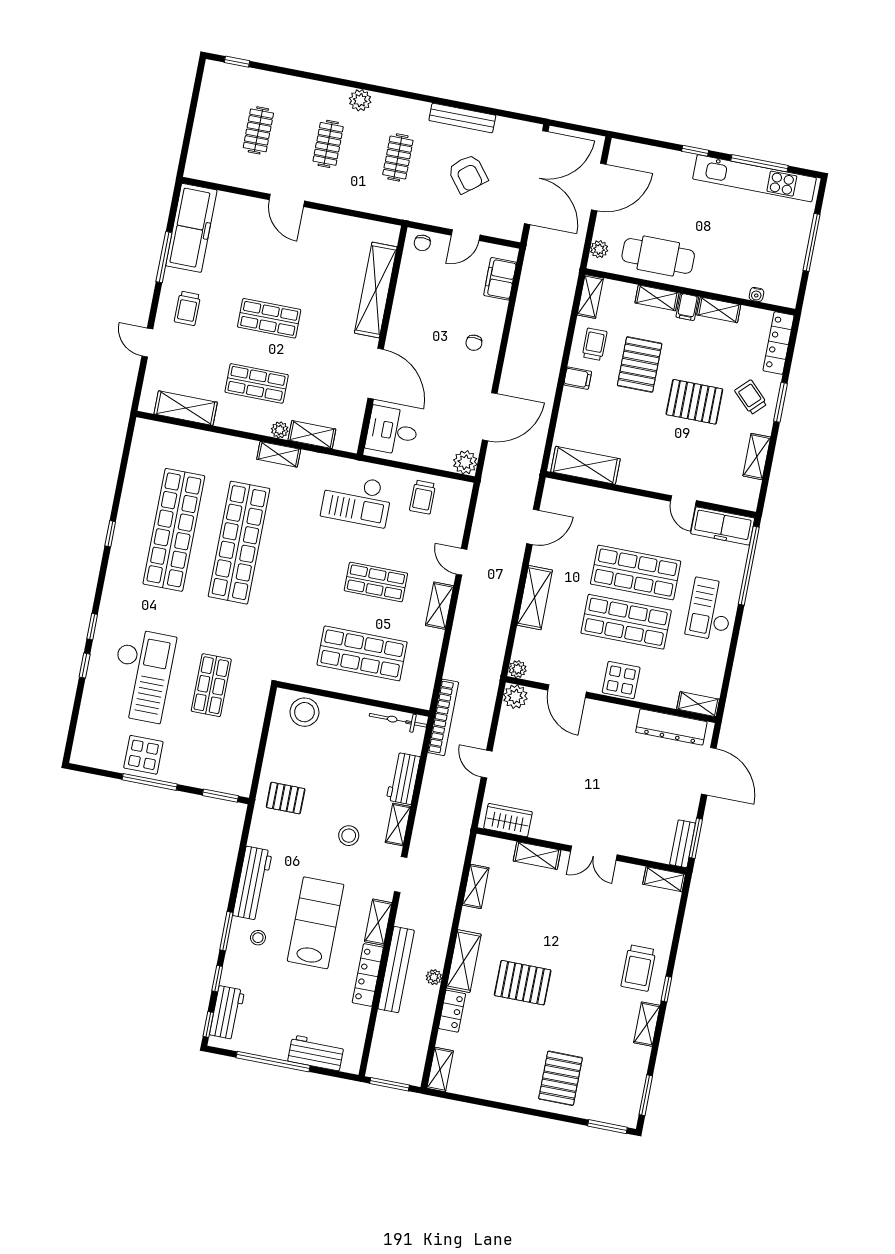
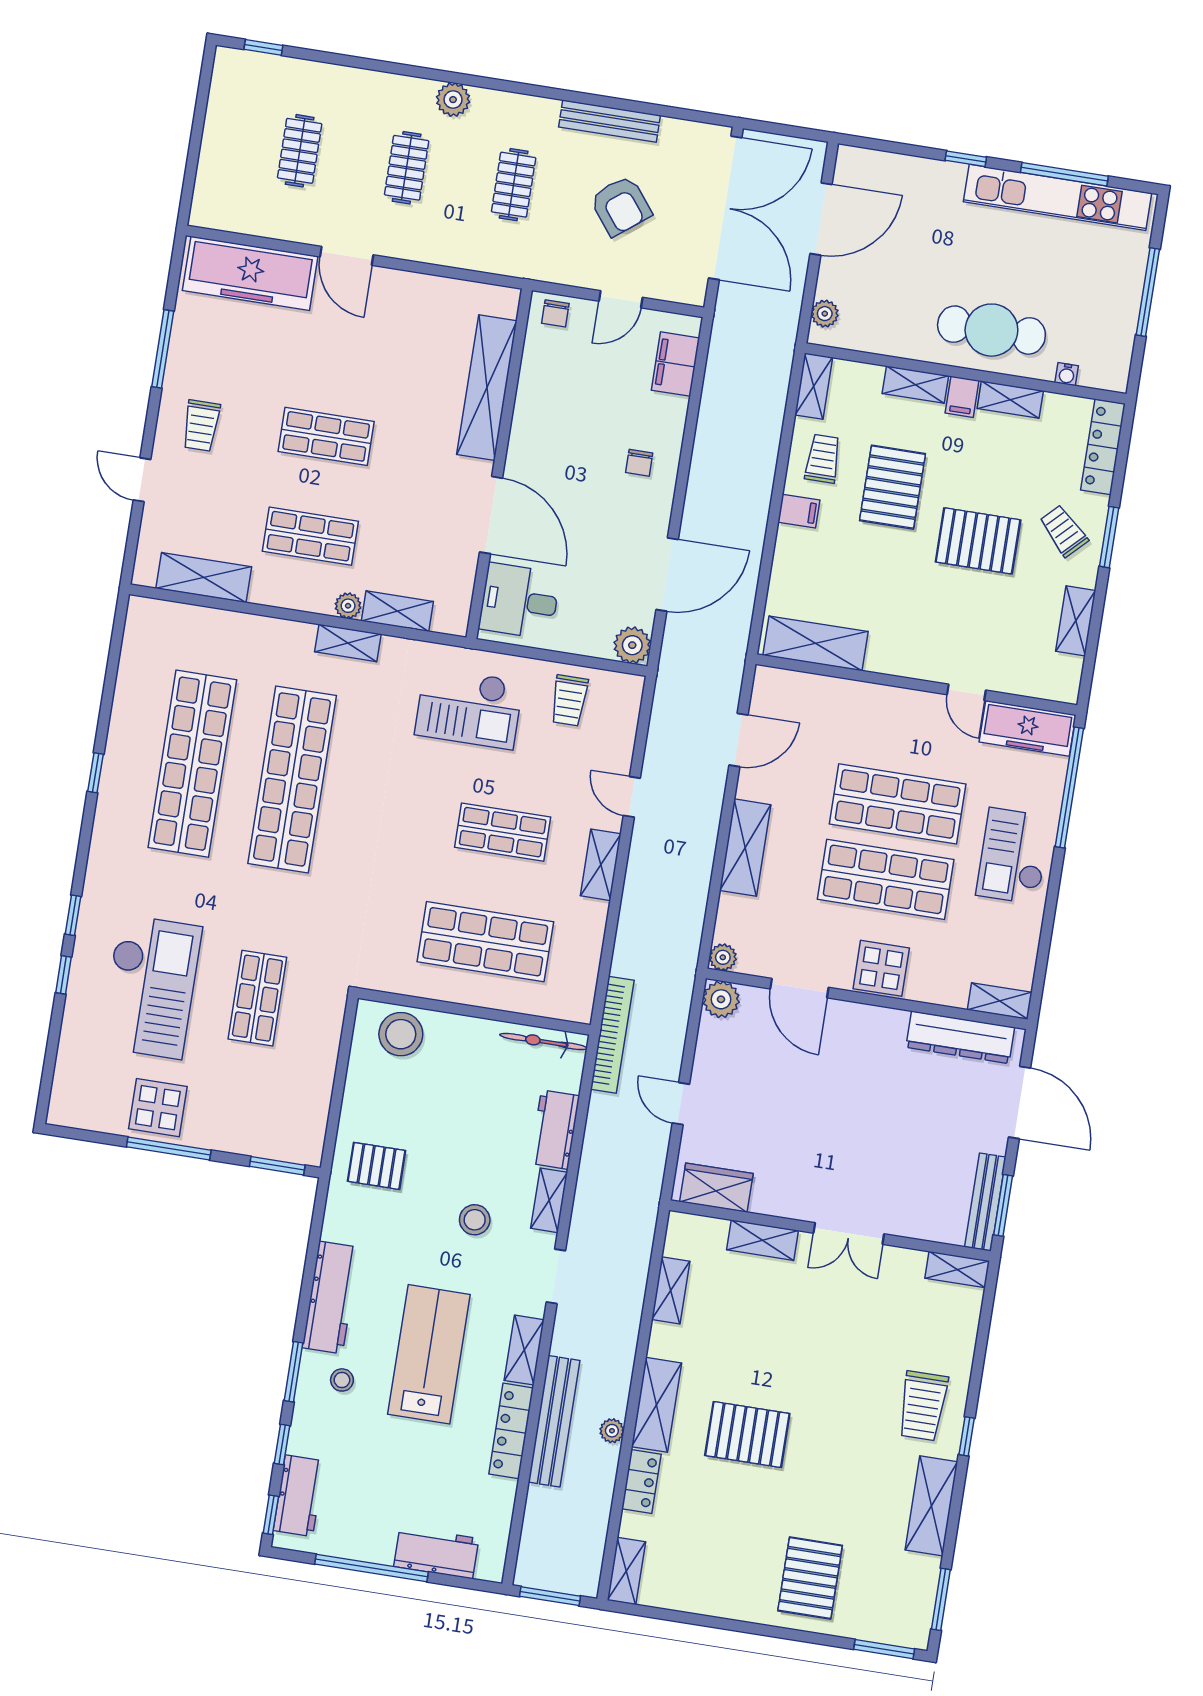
freezer: (191, 228) -> (250, 273), moved, turned 90
cafe table: (658, 256) -> (991, 330), moved
bench: (683, 844) -> (985, 1202), width x1.36
shelving: (647, 1024) -> (931, 1506), width x1.50, depth x1.33

